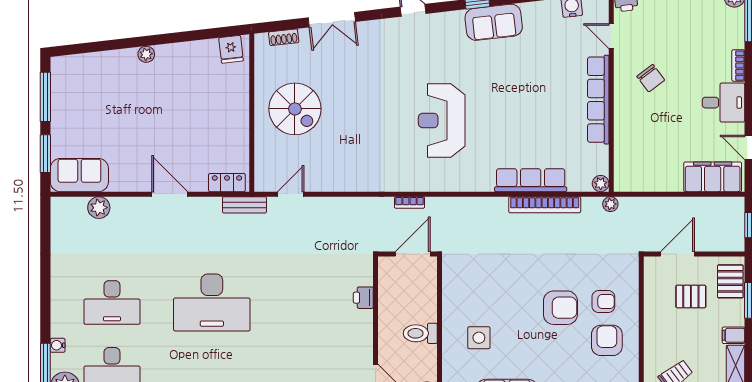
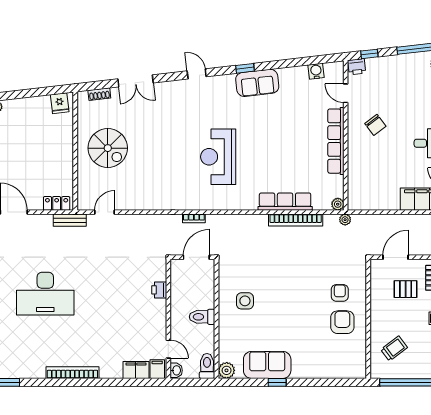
armchair: (603, 302) -> (340, 293), turned -90
armchair: (560, 308) -> (307, 298), removed
side table: (479, 338) -> (245, 301), moved

